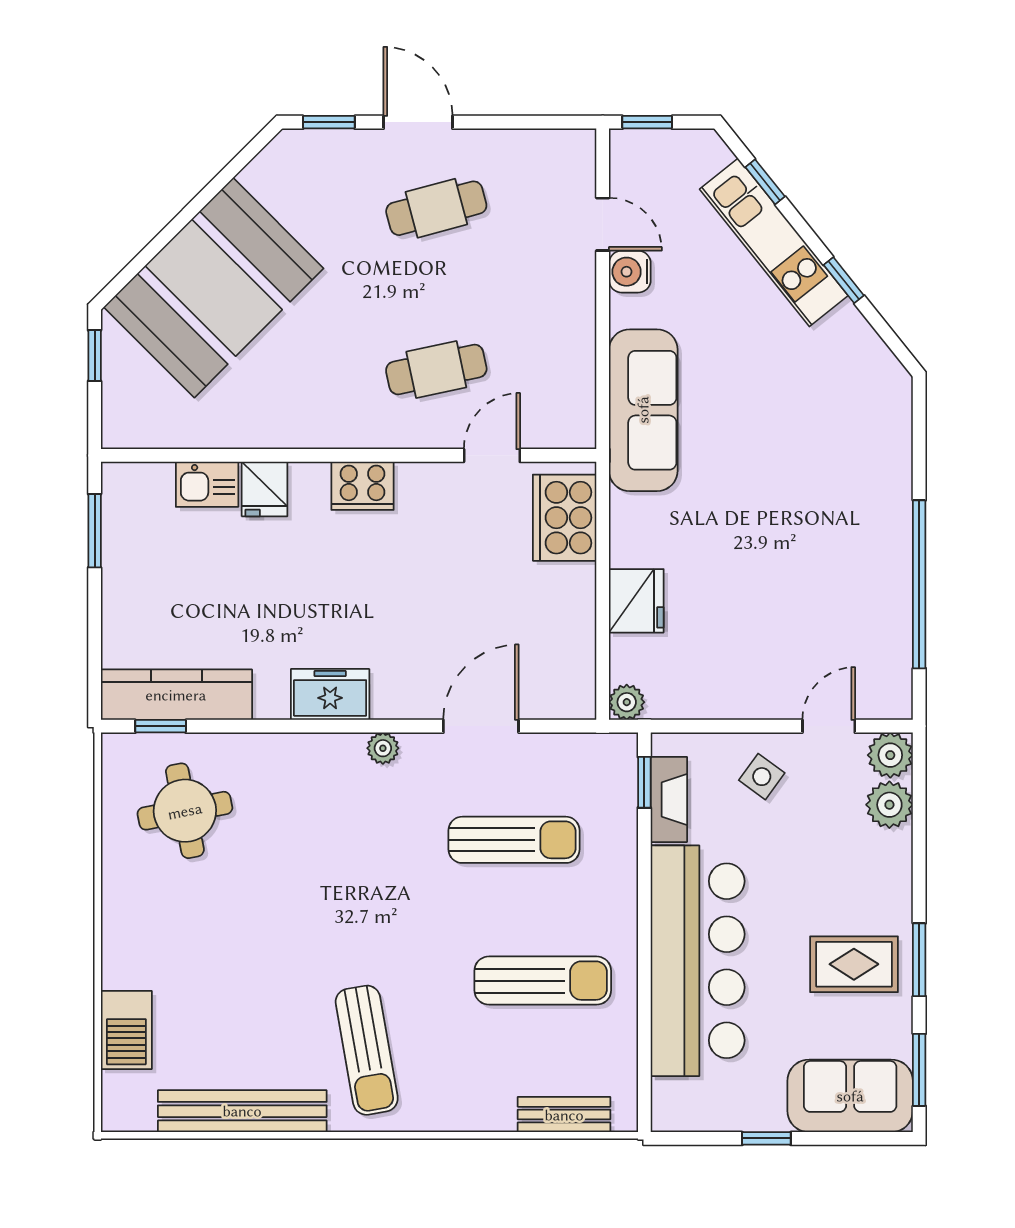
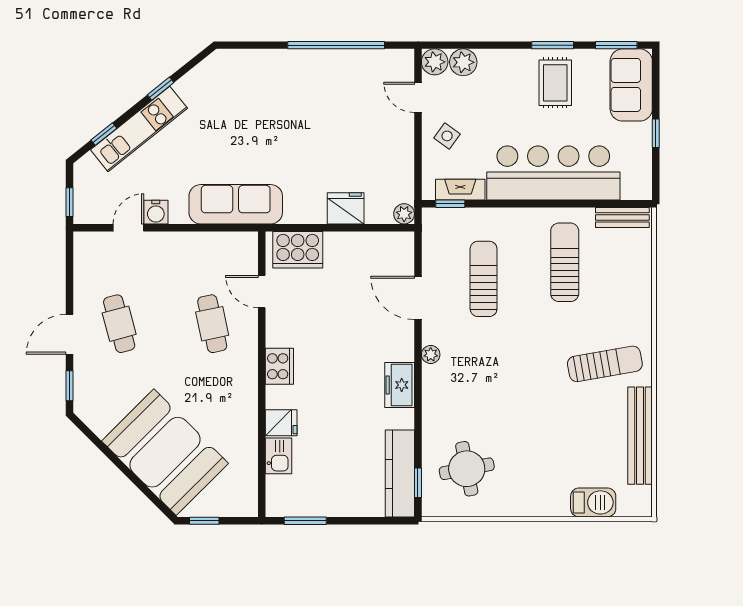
bench: (564, 1115) -> (622, 217), moved, turned 90

